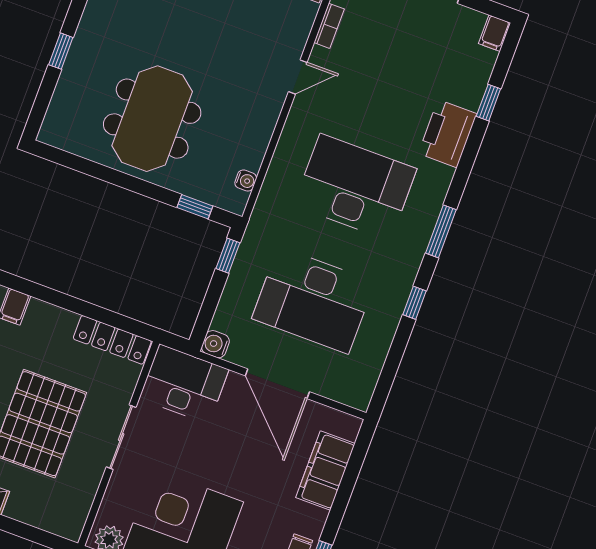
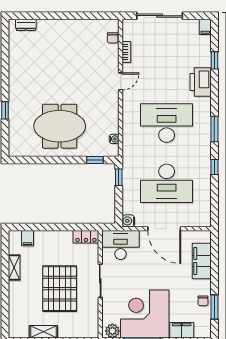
meeting table: (152, 119) -> (60, 126), turned 90
locker: (112, 340) -> (86, 237), width x0.66

